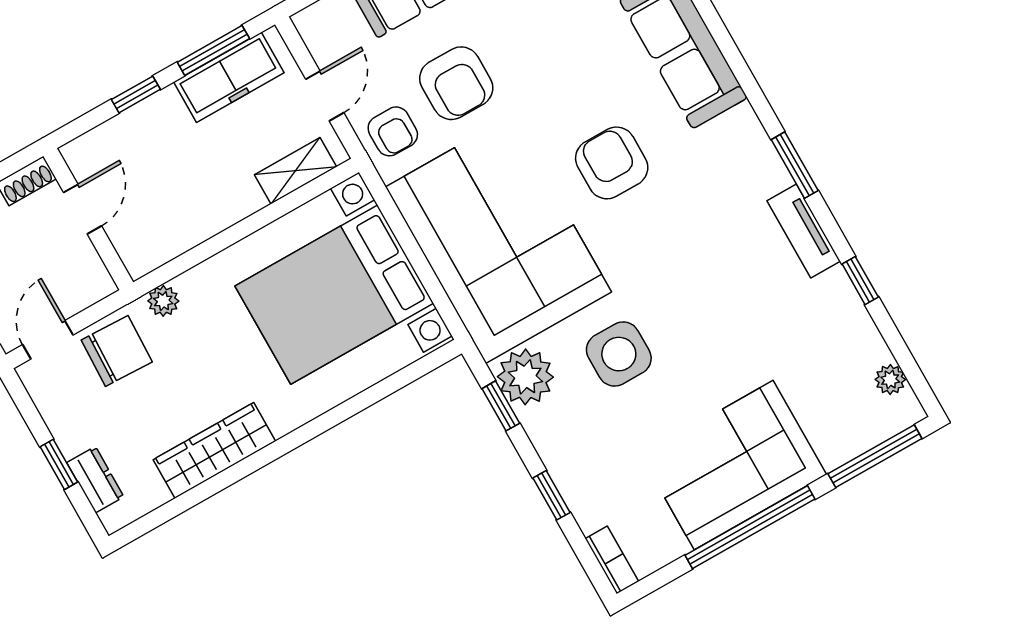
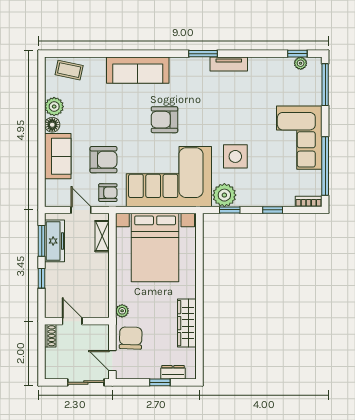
window: (860, 281) -> (297, 54), moved
window: (750, 527) -> (325, 166), moved

